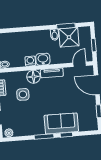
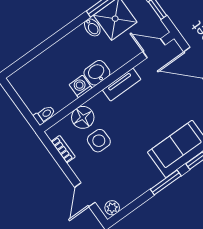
door: (80, 64) -> (154, 48), hinge flipped
floor lamp: (33, 77) -> (83, 117), moved

